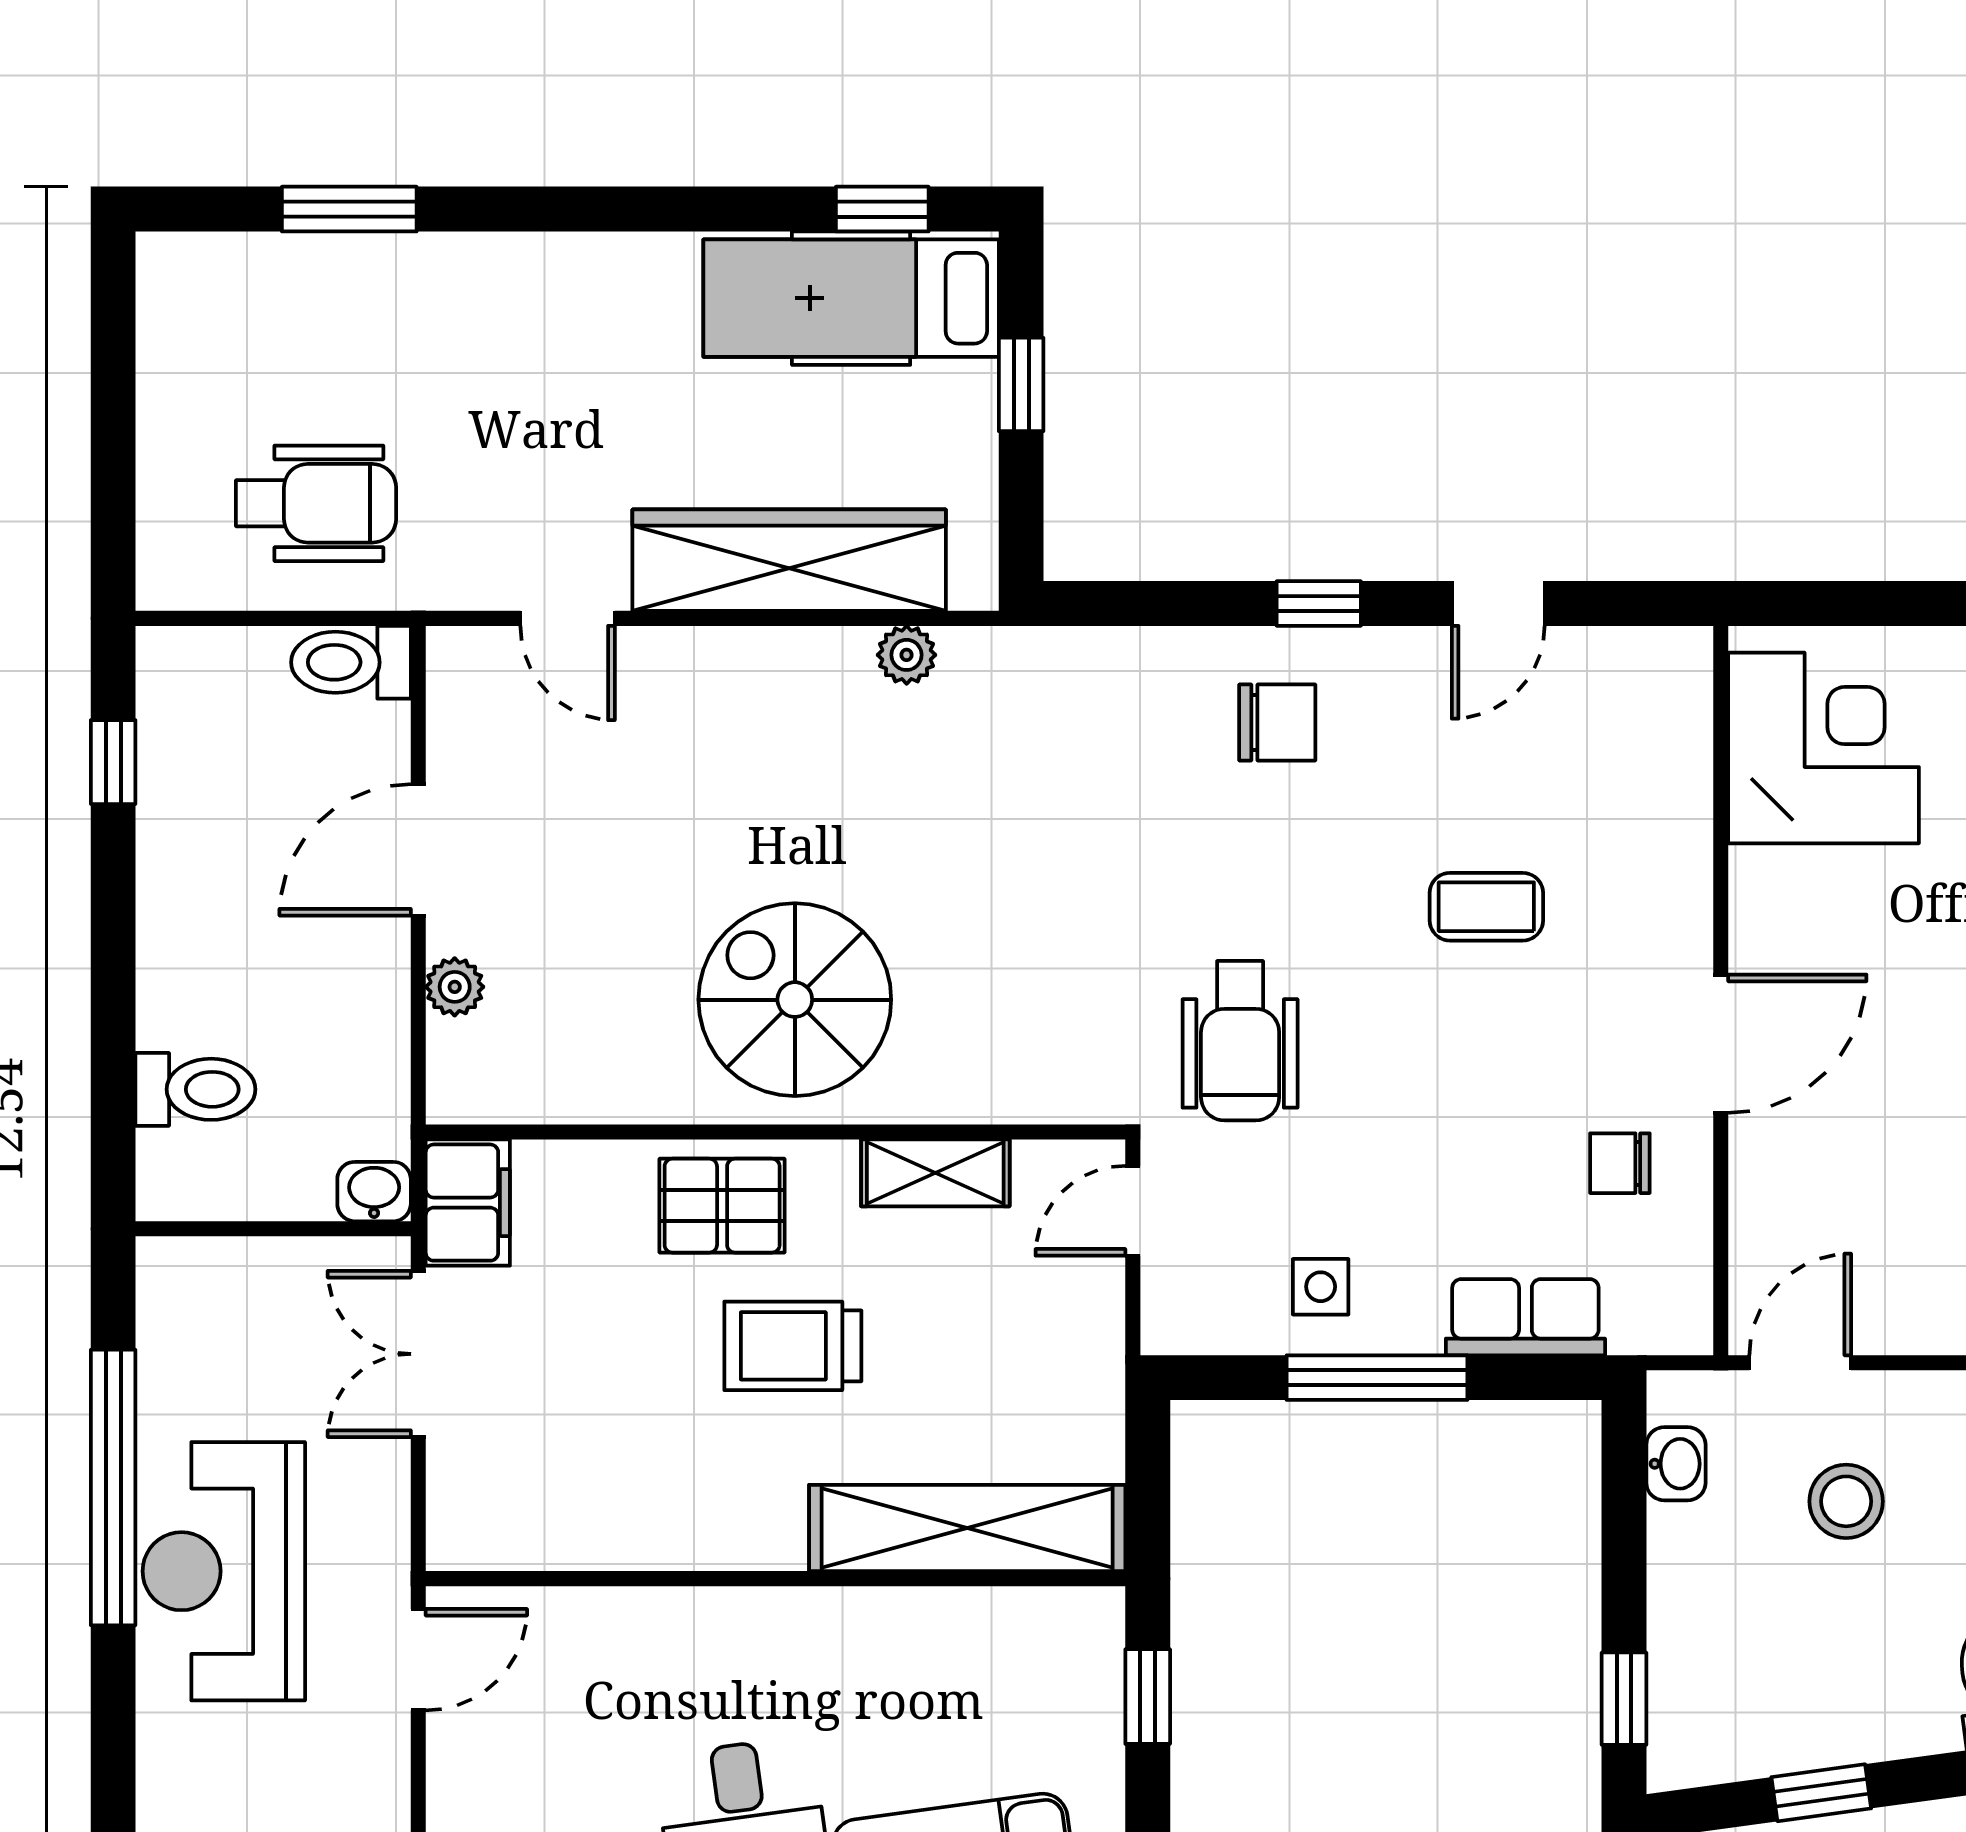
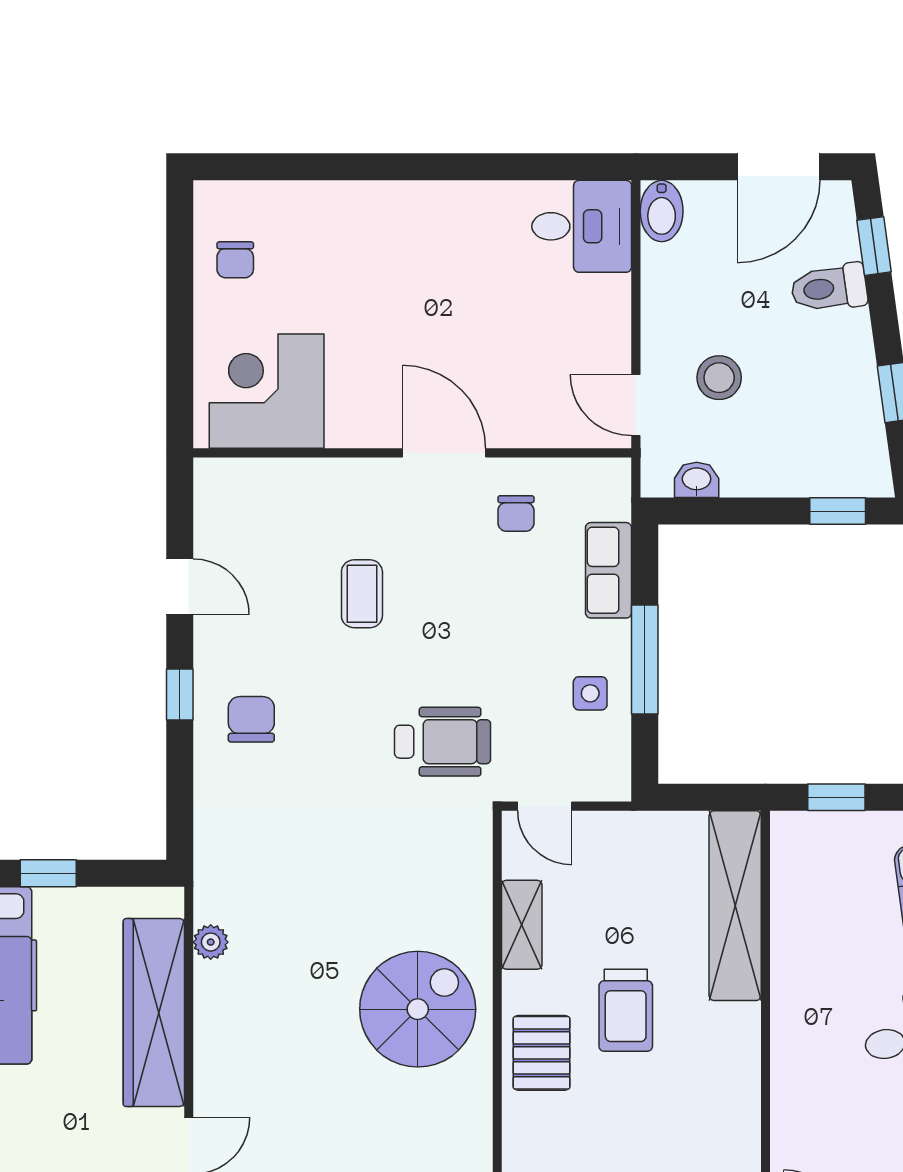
spiral stairs: (795, 1000) -> (418, 1009), turned 180

